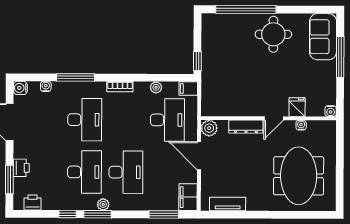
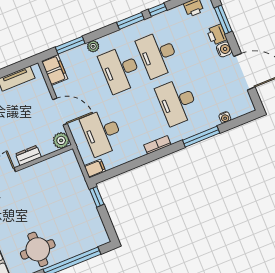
plant: (156, 87) -> (124, 158), removed
water cooler: (20, 88) -> (224, 49), moved
dresser: (246, 127) -> (28, 155), width x0.70
plant: (103, 204) -> (93, 46), moved

